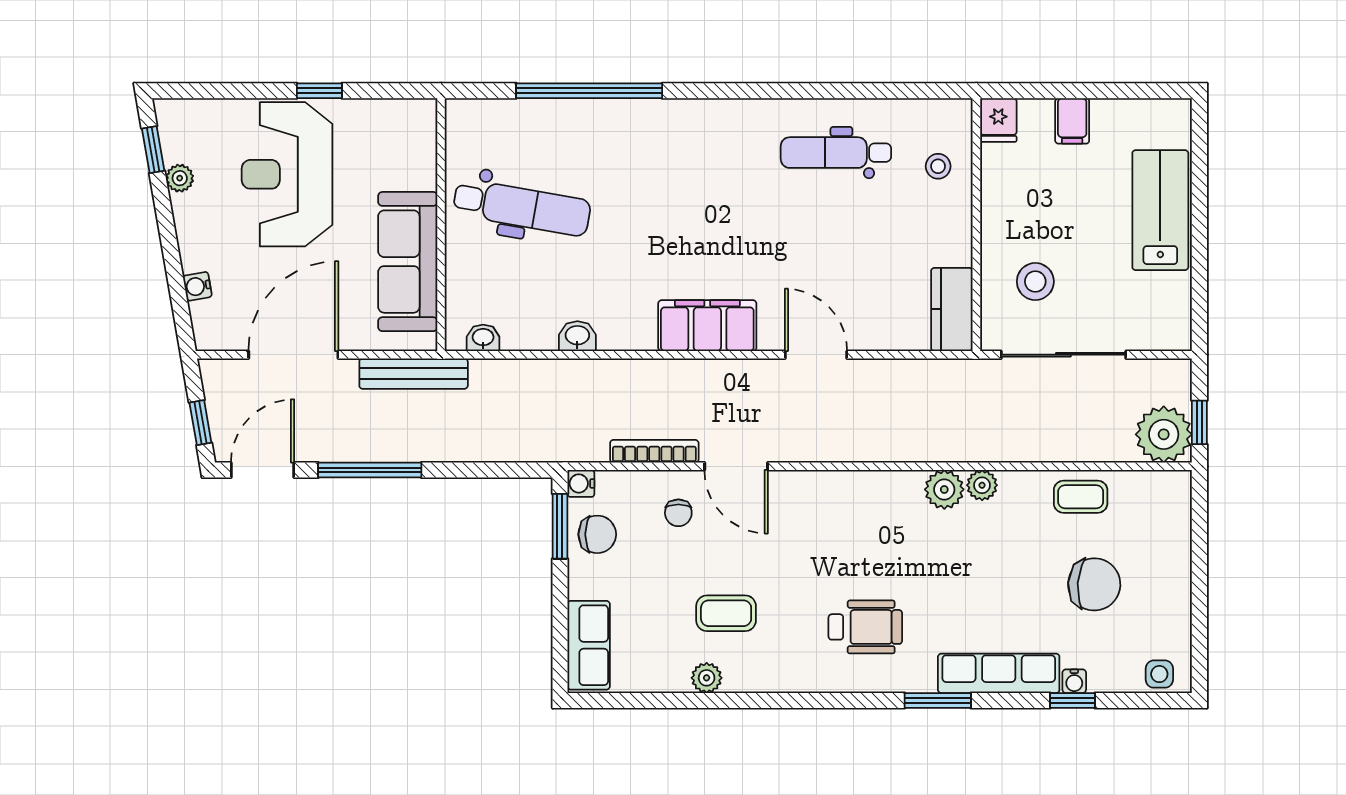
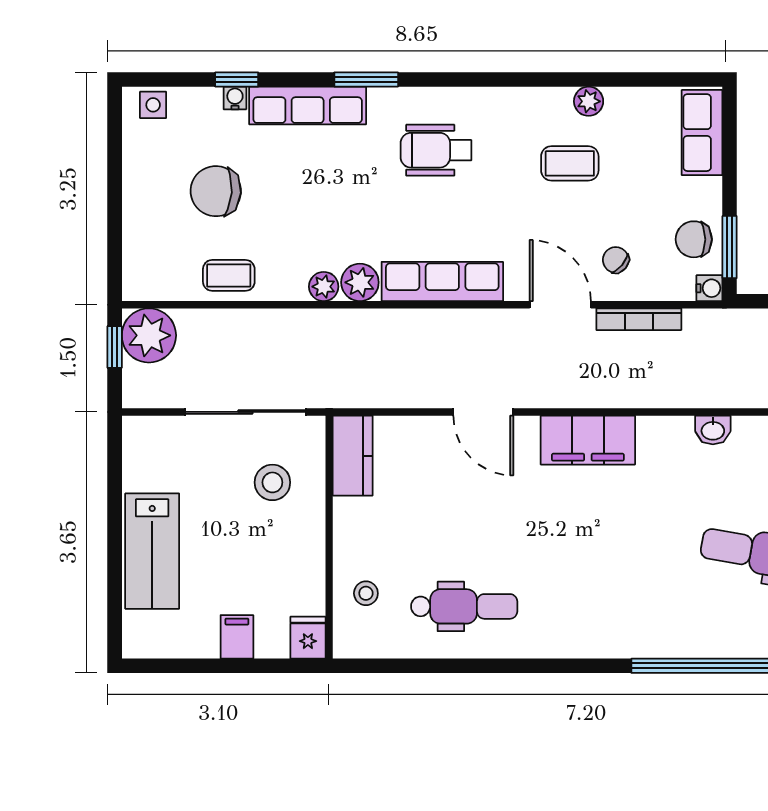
row of seats: (859, 490) -> (442, 282), added
chair: (678, 513) -> (616, 260), turned -50

